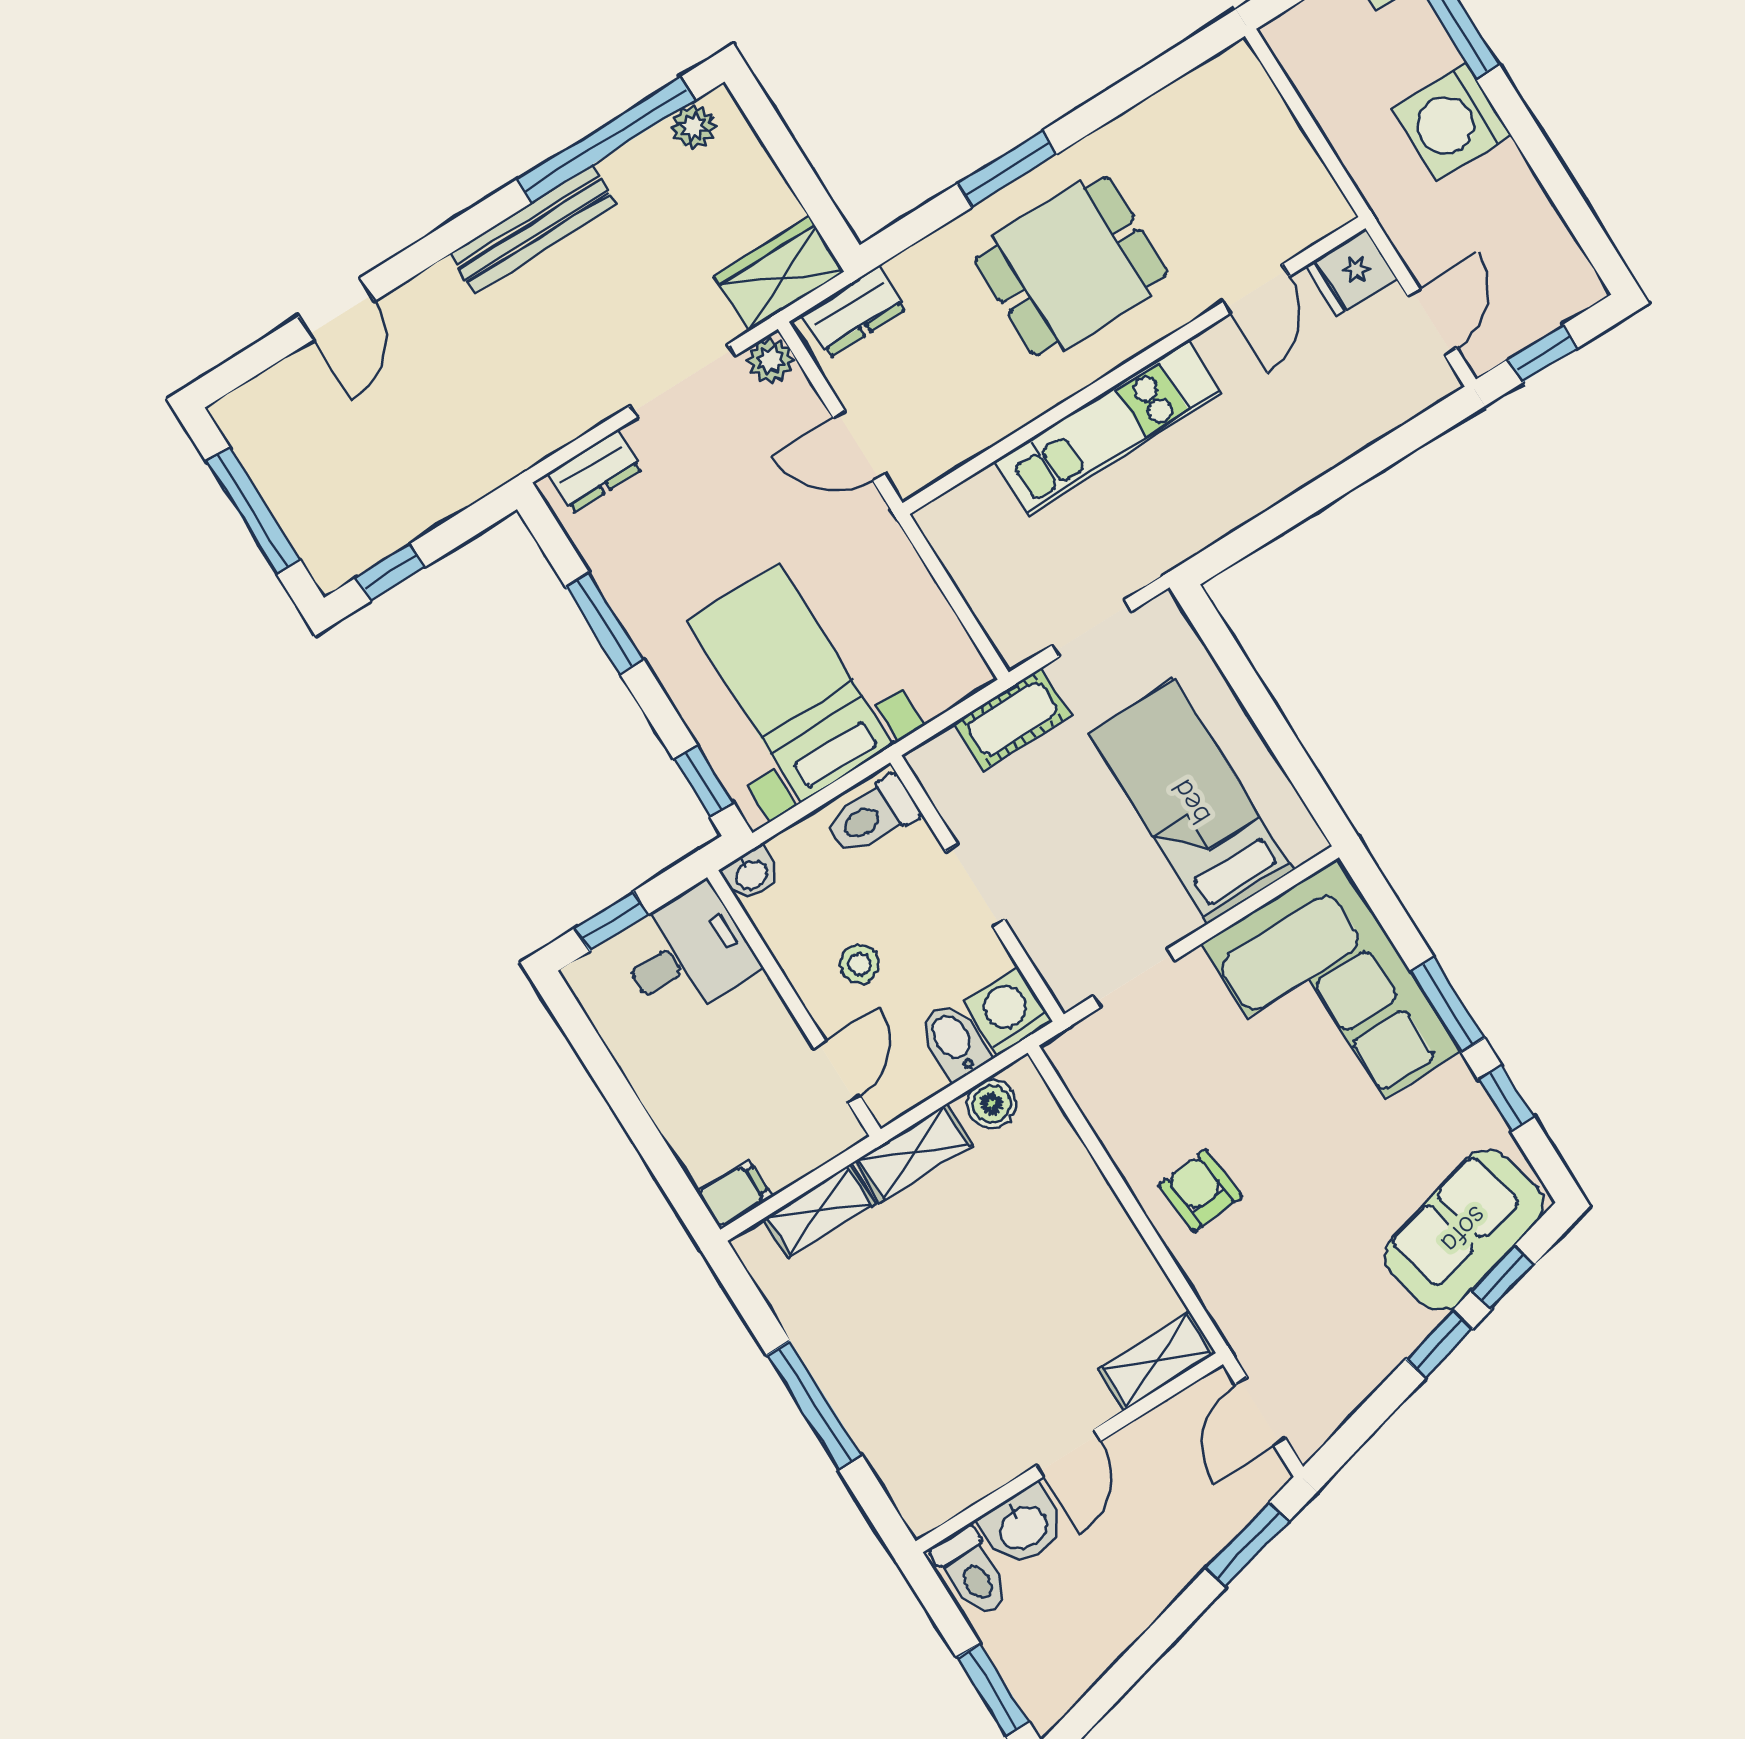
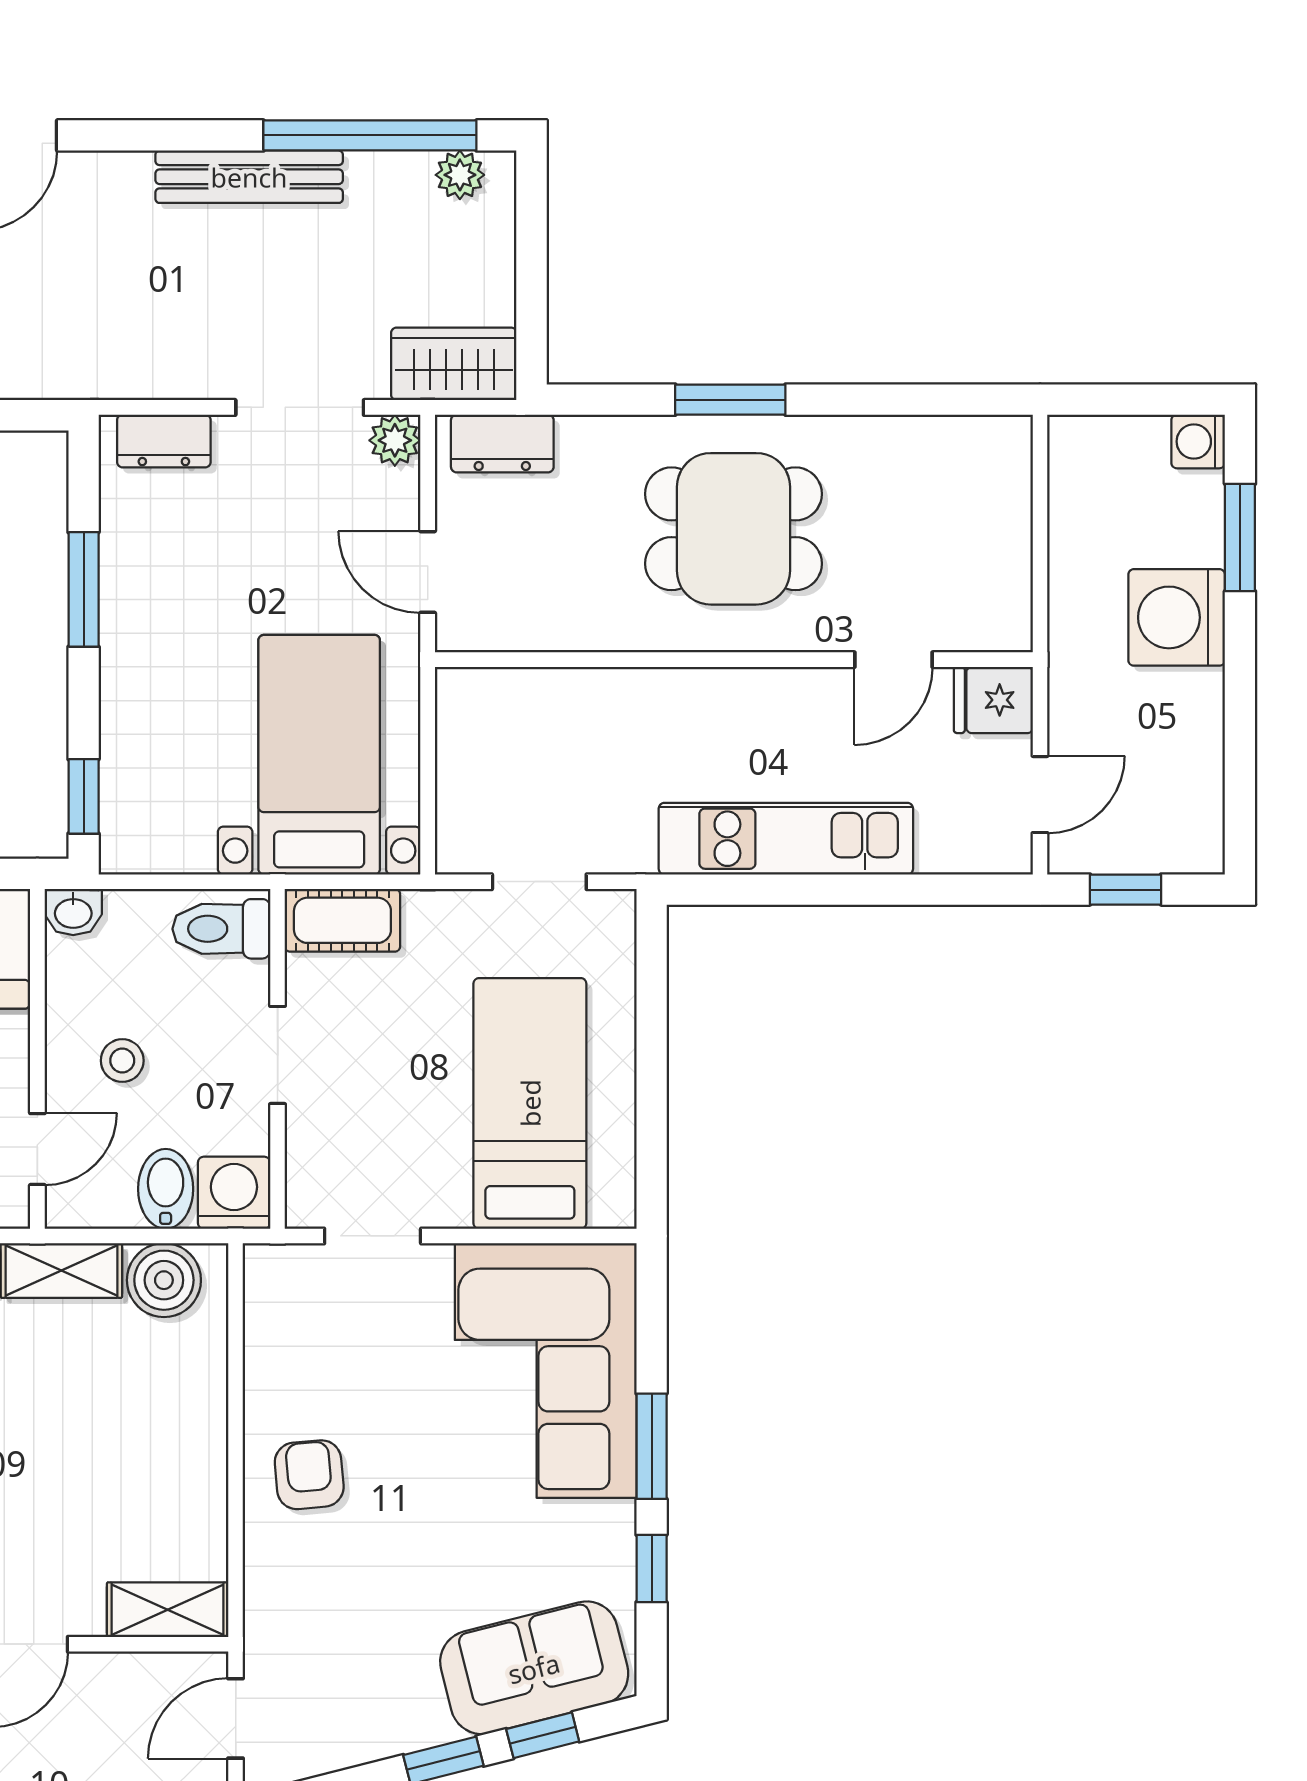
kitchen unit: (1108, 428) -> (786, 839), moved, turned 180
bed with nightstands: (790, 682) -> (319, 755), moved
cot: (1012, 719) -> (342, 920), moved
boiler: (992, 1104) -> (164, 1280), width x1.36, depth x1.36

